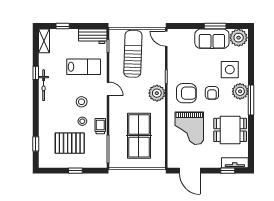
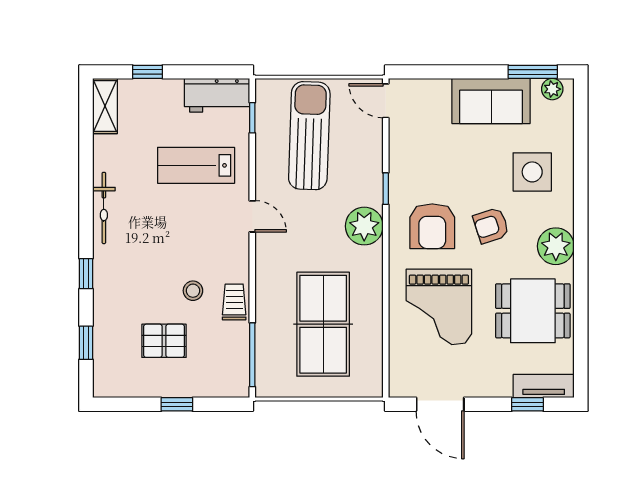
window: (215, 26) -> (533, 72), moved
plant: (239, 38) -> (552, 89), width x0.53, depth x0.53
lab bench: (84, 67) -> (196, 165), turned 180
window: (36, 73) -> (86, 274), moved
plant: (240, 91) -> (556, 246), moved
armchair: (186, 93) -> (432, 226), turned 90
armchair: (212, 93) -> (491, 226), turned 72
window: (251, 100) -> (581, 242), removed
stool: (82, 102) -> (191, 246), removed
pallet: (70, 143) -> (164, 341), width x0.67, depth x0.71

